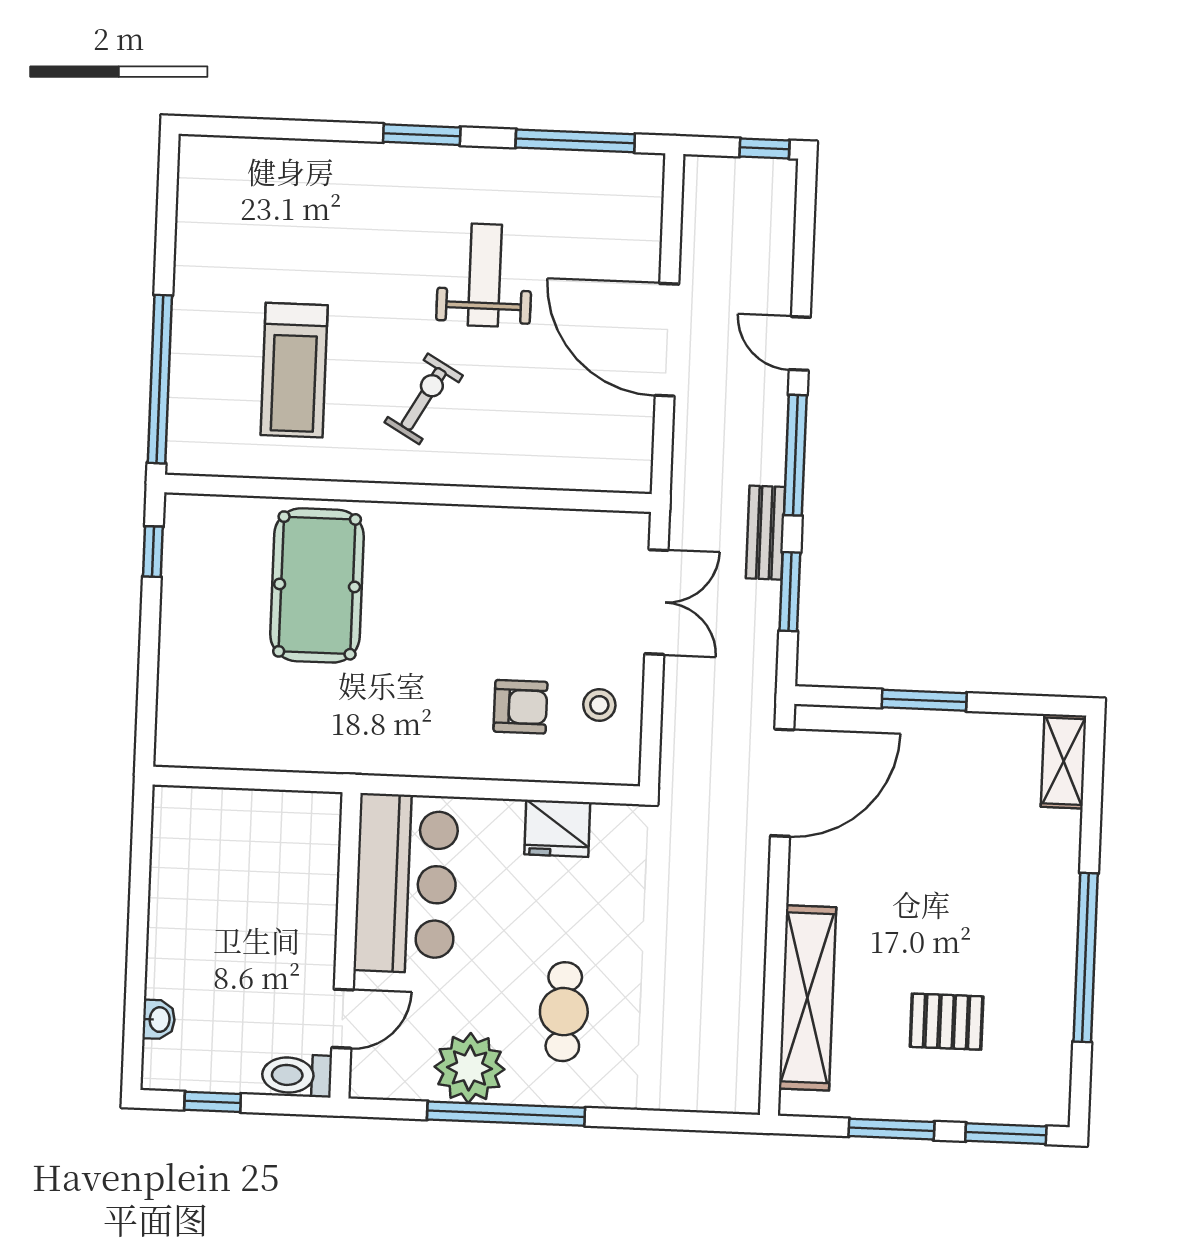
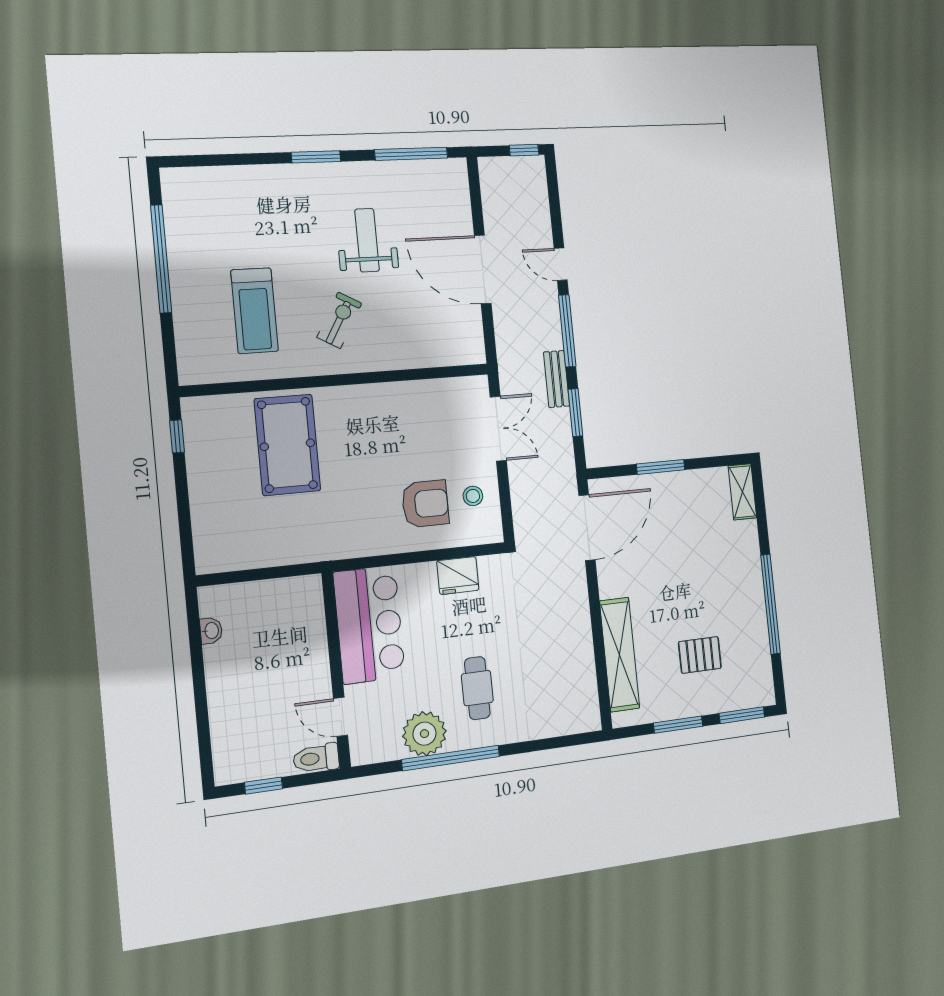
window: (160, 379) -> (161, 259), moved
armchair: (520, 707) -> (425, 504), width x1.38, depth x1.38
washbasin: (159, 1019) -> (211, 631), moved
door: (343, 1019) -> (341, 717), swing flipped

